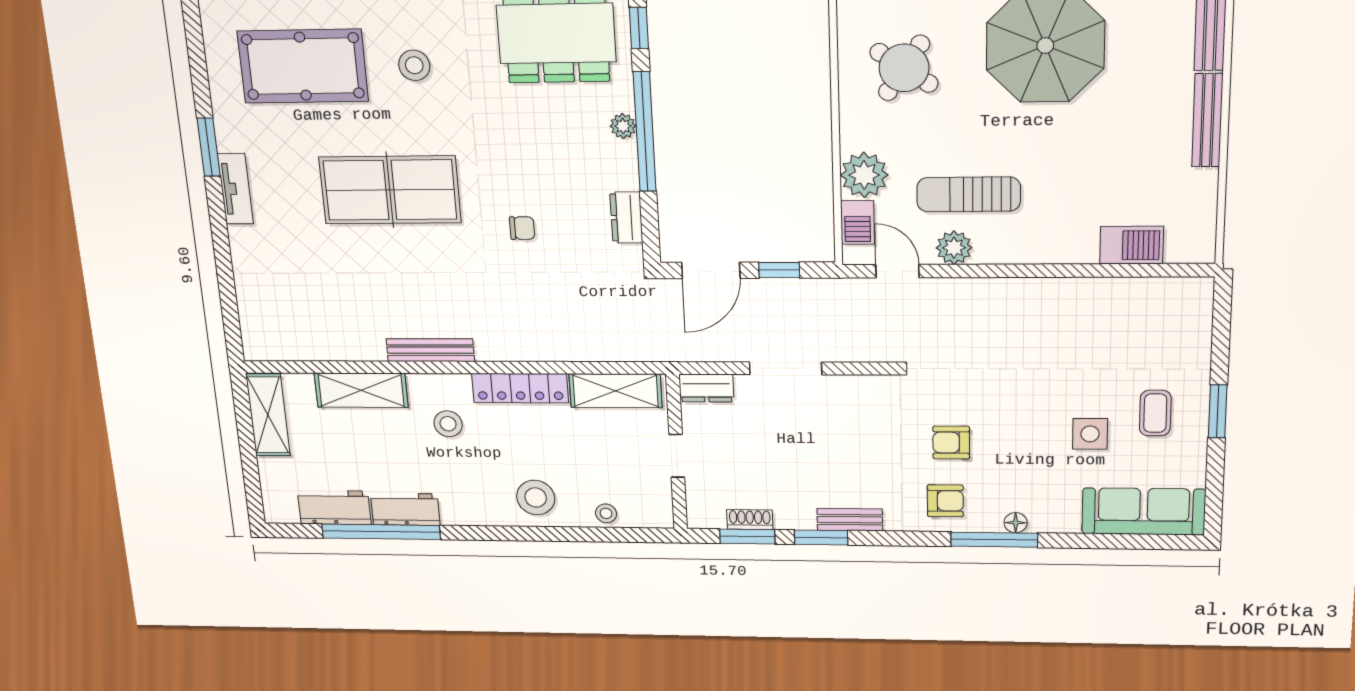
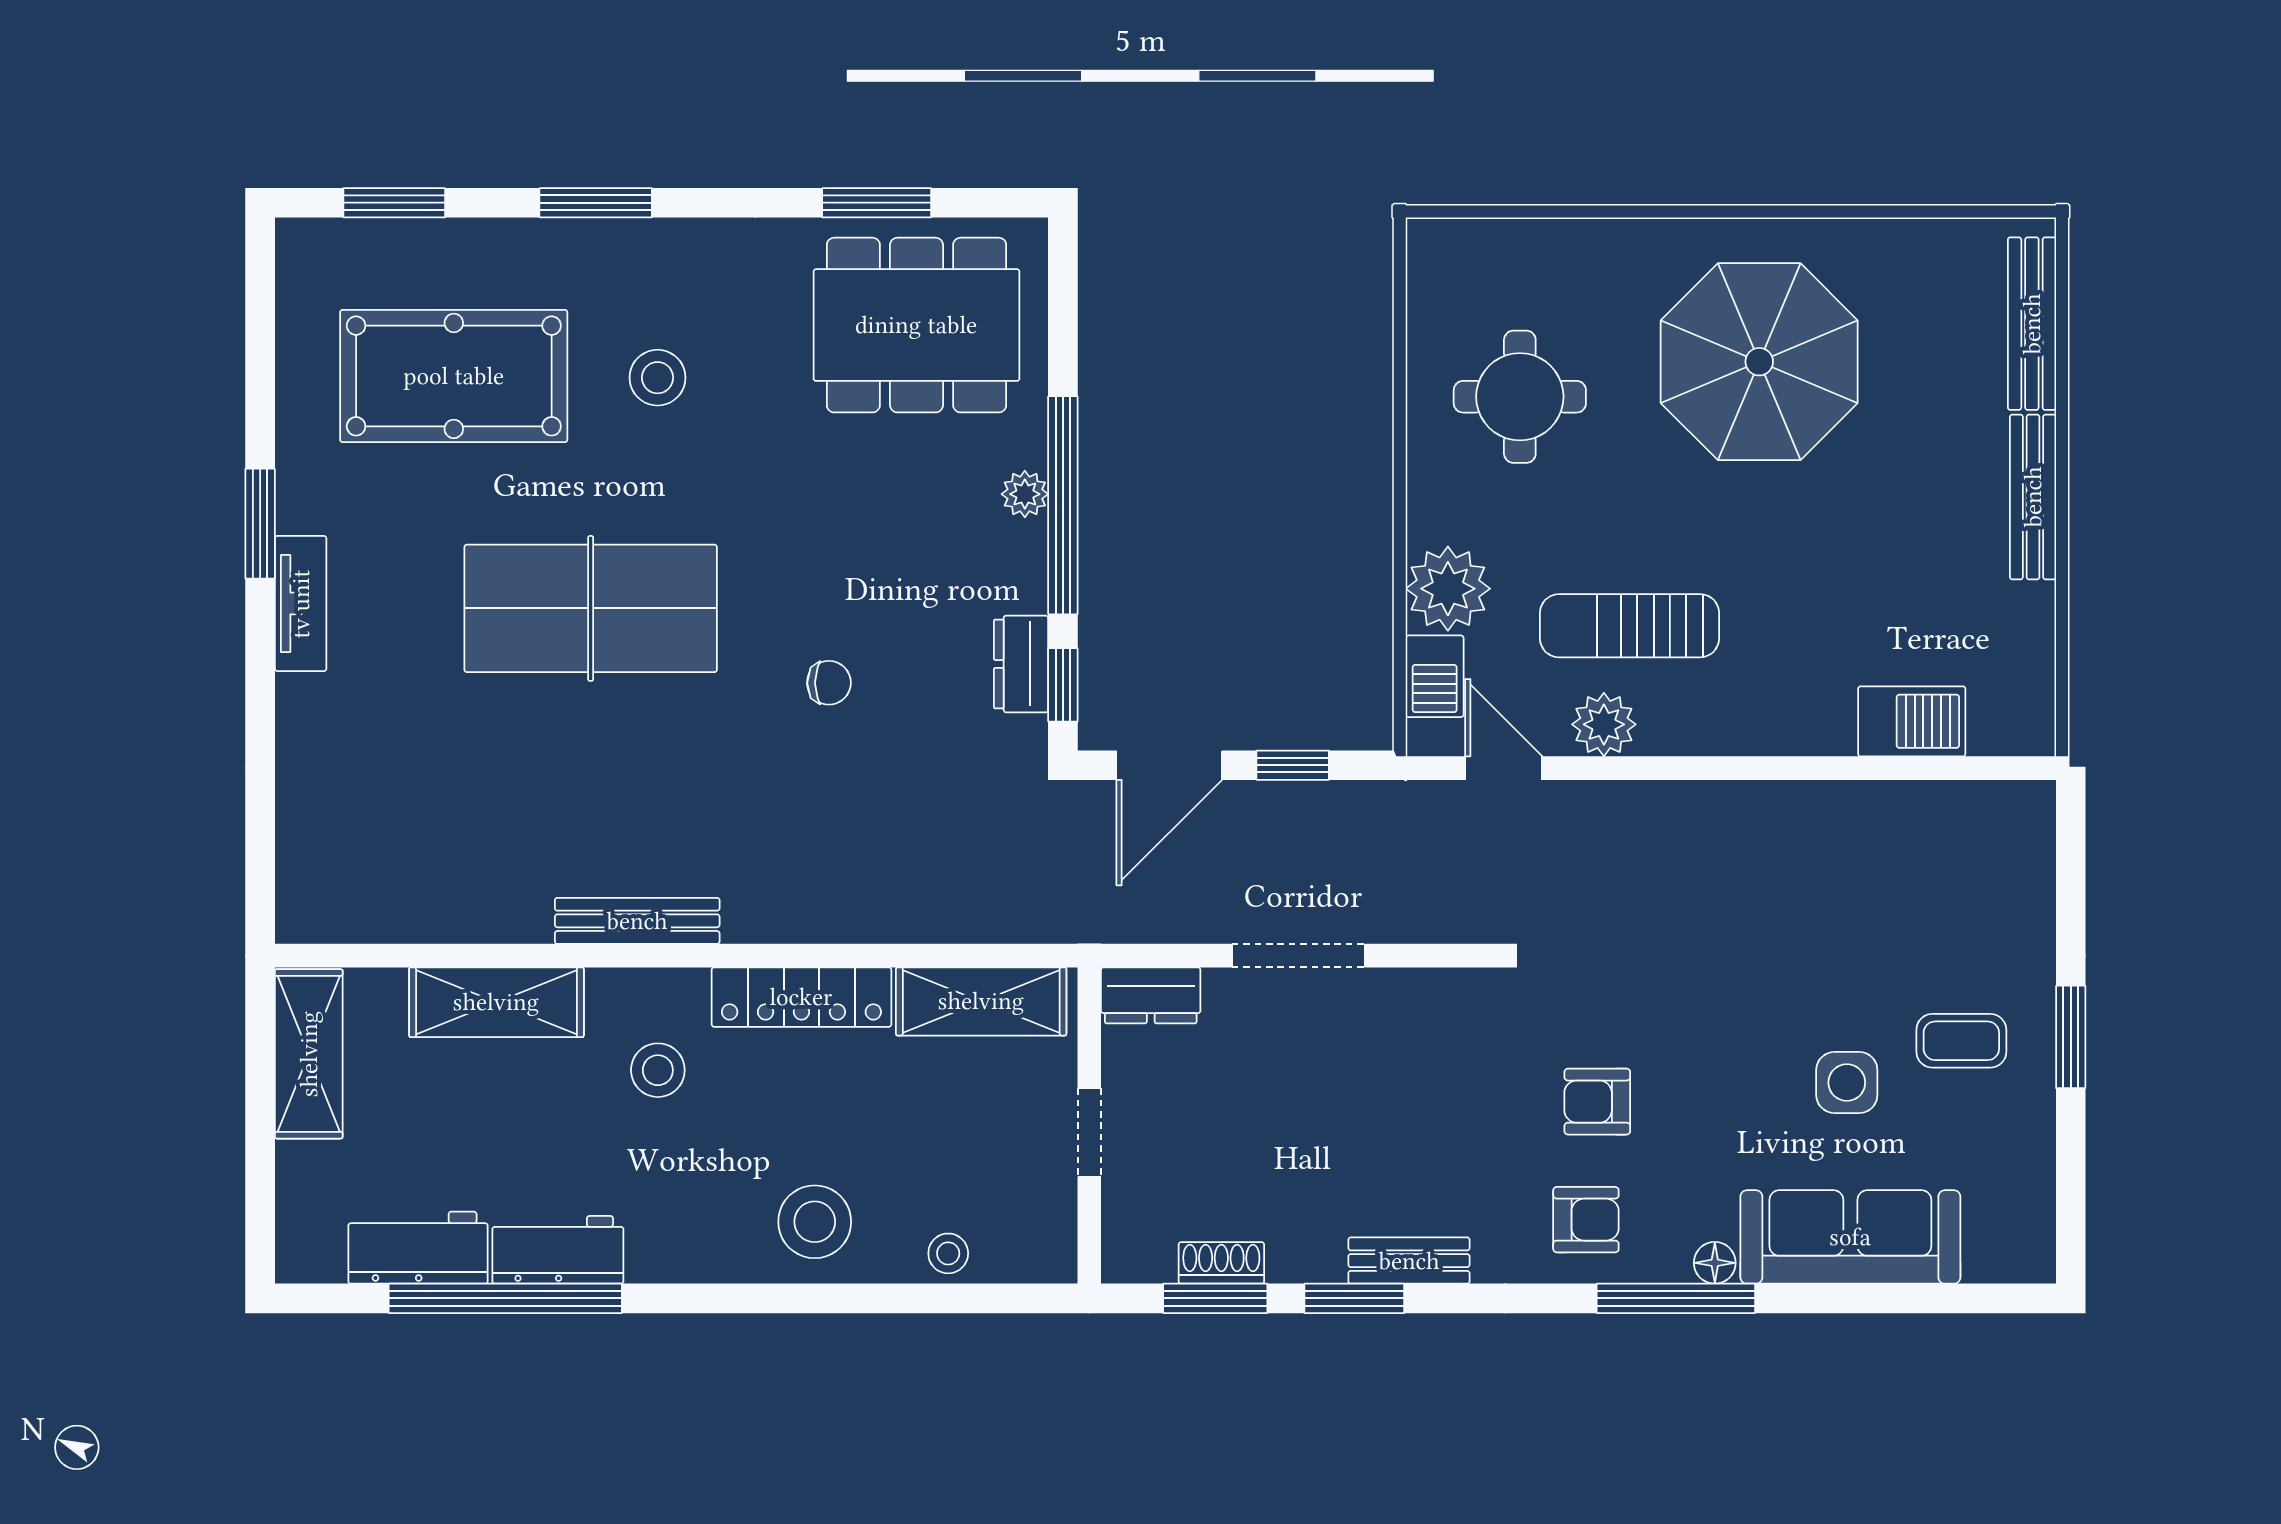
window: (639, 28) -> (1063, 685), moved
round table: (904, 68) -> (1520, 397), turned -34
coffee table: (1155, 413) -> (1961, 1041), turned 90
sofa: (1144, 511) -> (1850, 1237), moved

